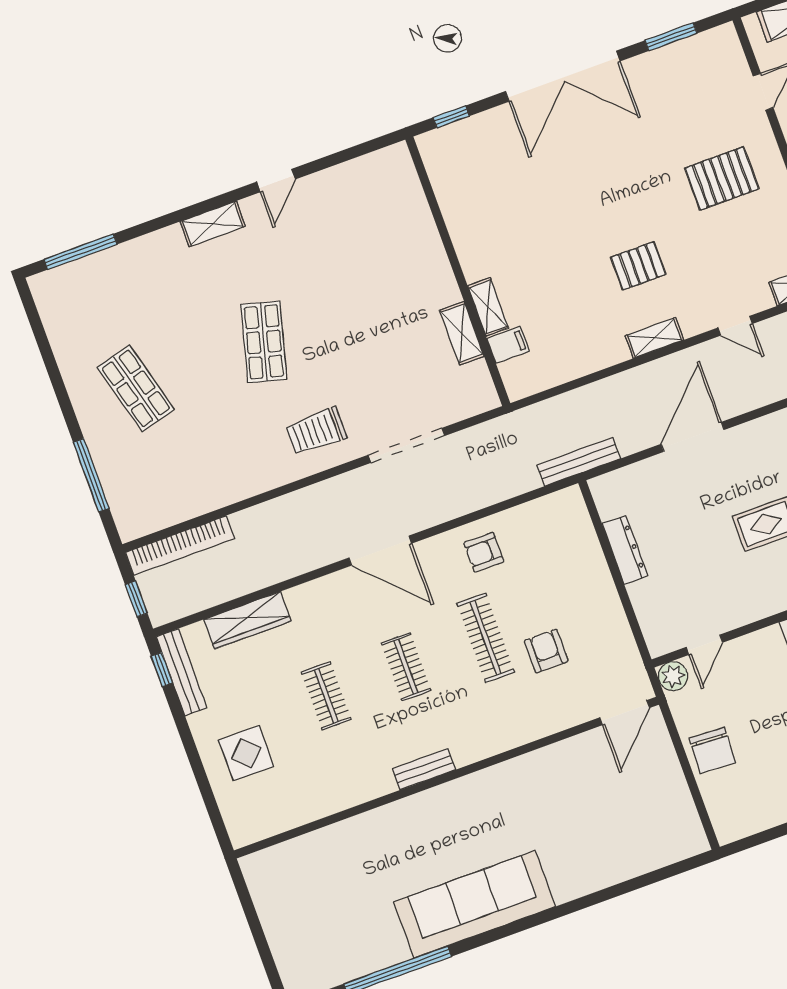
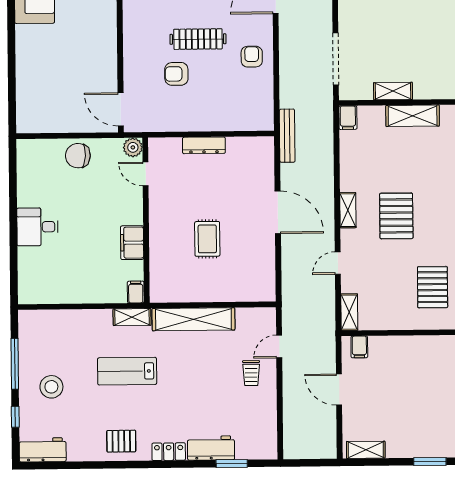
pallet: (638, 266) -> (396, 216), width x1.50, depth x1.42
shelving: (488, 307) -> (413, 116), width x1.50, depth x1.33
filing cabinet: (508, 345) -> (348, 118), moved
doorway: (406, 445) -> (336, 59), moved
dresser: (625, 550) -> (204, 145), moved
armchair: (546, 651) -> (176, 74), turned 180

